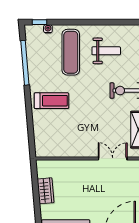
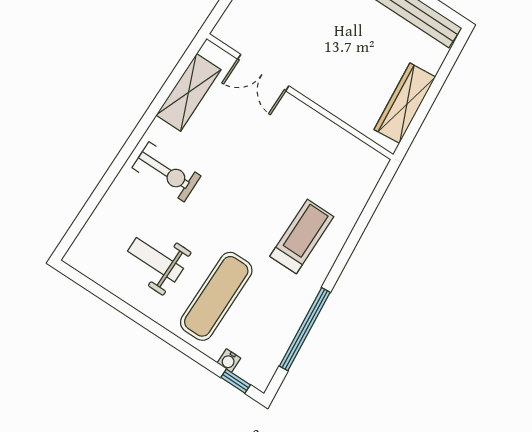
treadmill: (51, 101) -> (302, 236), turned 90
wardrobe: (46, 191) -> (405, 103), width x1.50

